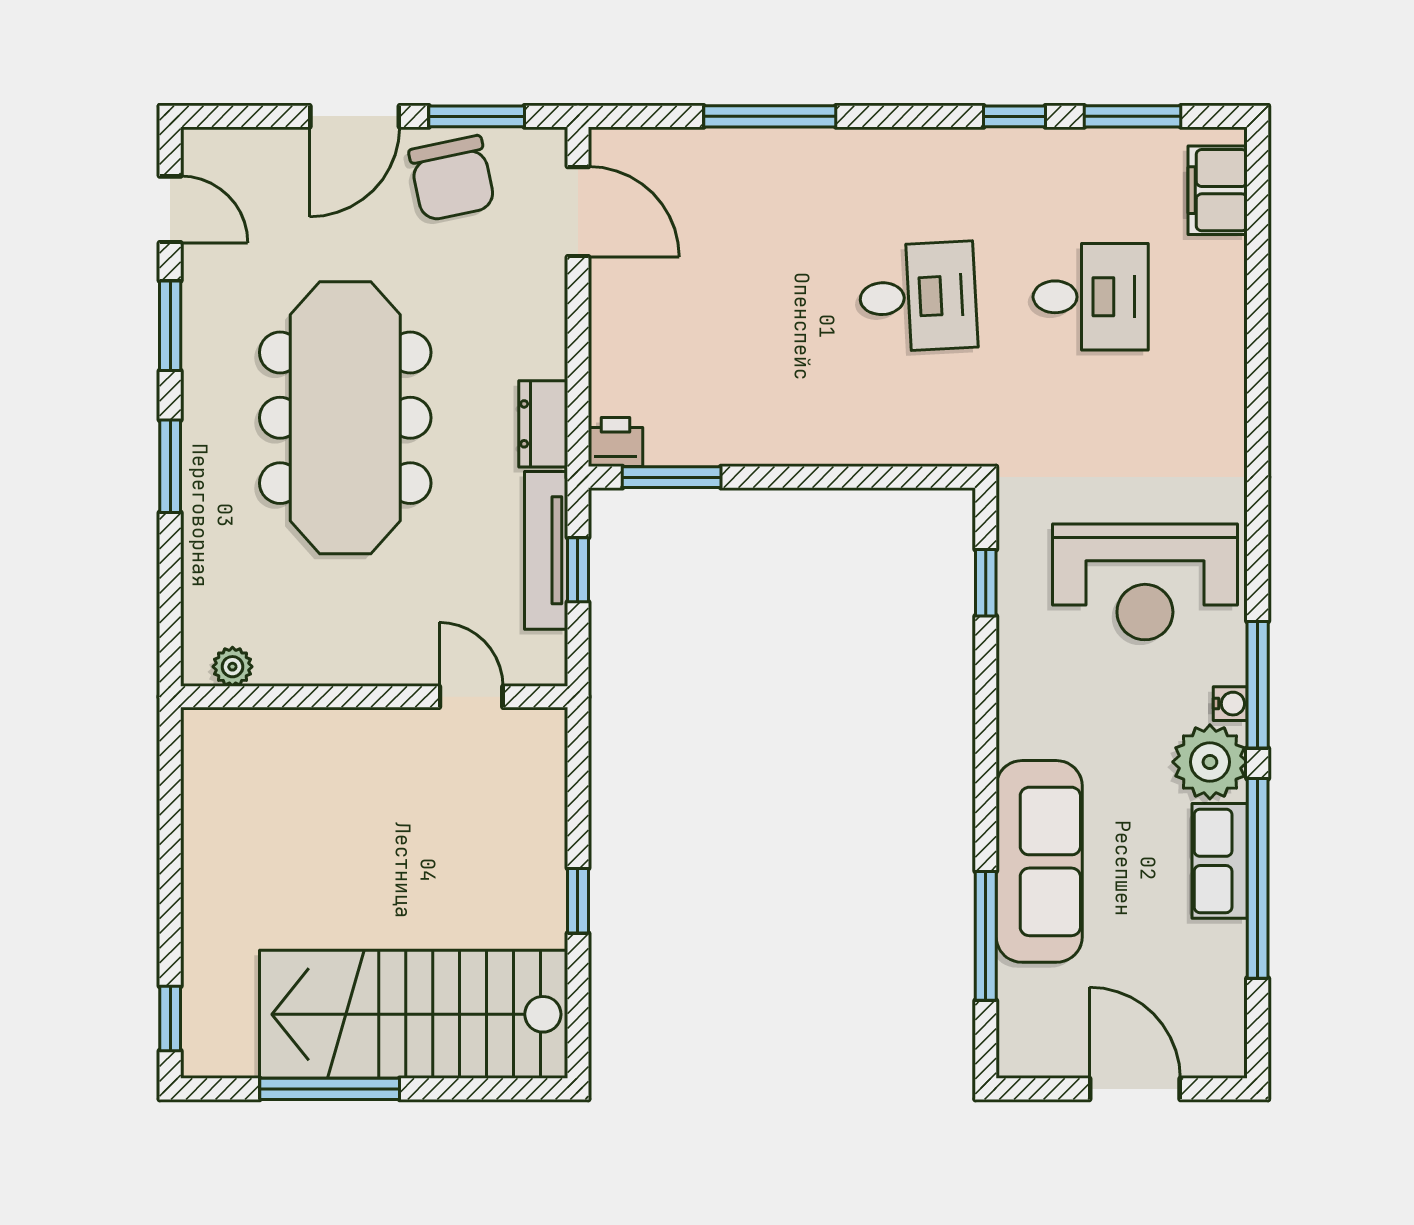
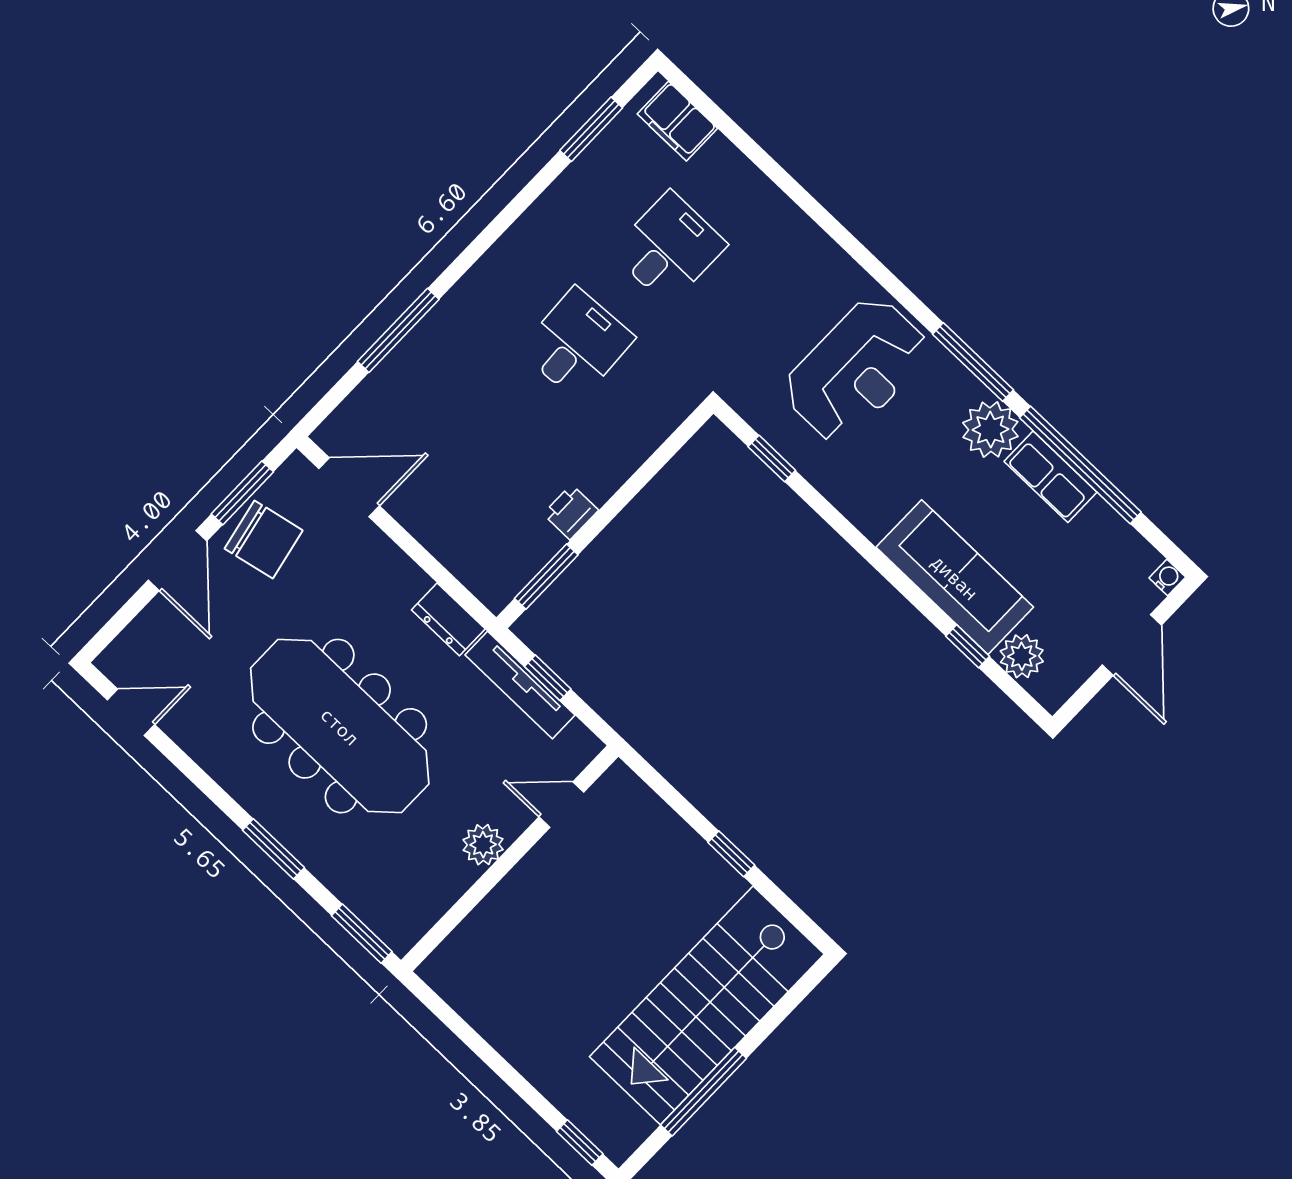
window: (1015, 116) -> (528, 195), removed
window: (170, 326) -> (362, 934), moved
printer: (616, 442) -> (571, 512), moved
plant: (232, 667) -> (483, 845), moved, width x1.38, depth x1.38
water cooler: (1230, 704) -> (1167, 578), moved
window: (986, 936) -> (968, 646), width x0.46
plant: (1025, 996) -> (1022, 656), added
door: (1135, 1089) -> (1132, 645), swing flipped

